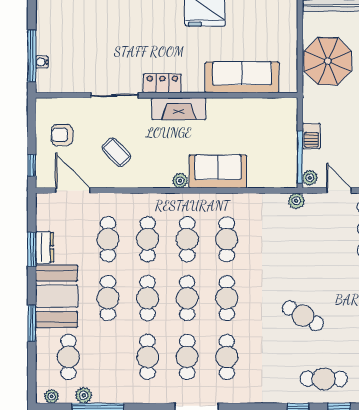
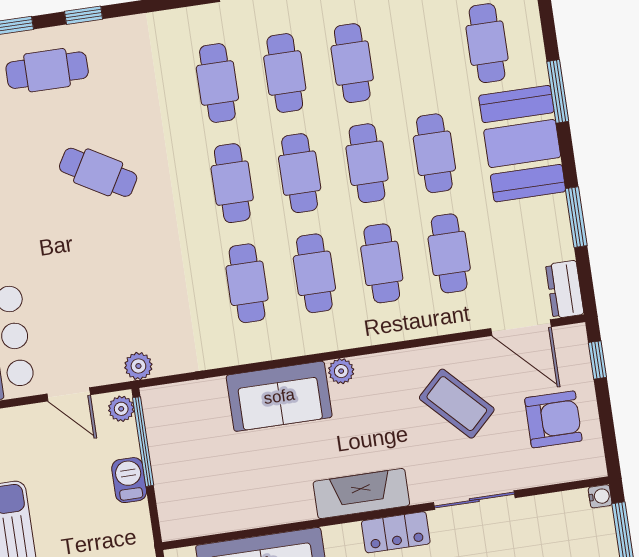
water cooler: (42, 62) -> (600, 496), moved
armchair: (62, 135) -> (553, 419), width x1.38, depth x1.38
coffee table: (116, 152) -> (457, 404), width x1.36, depth x1.30
dresser: (45, 247) -> (565, 289), moved

